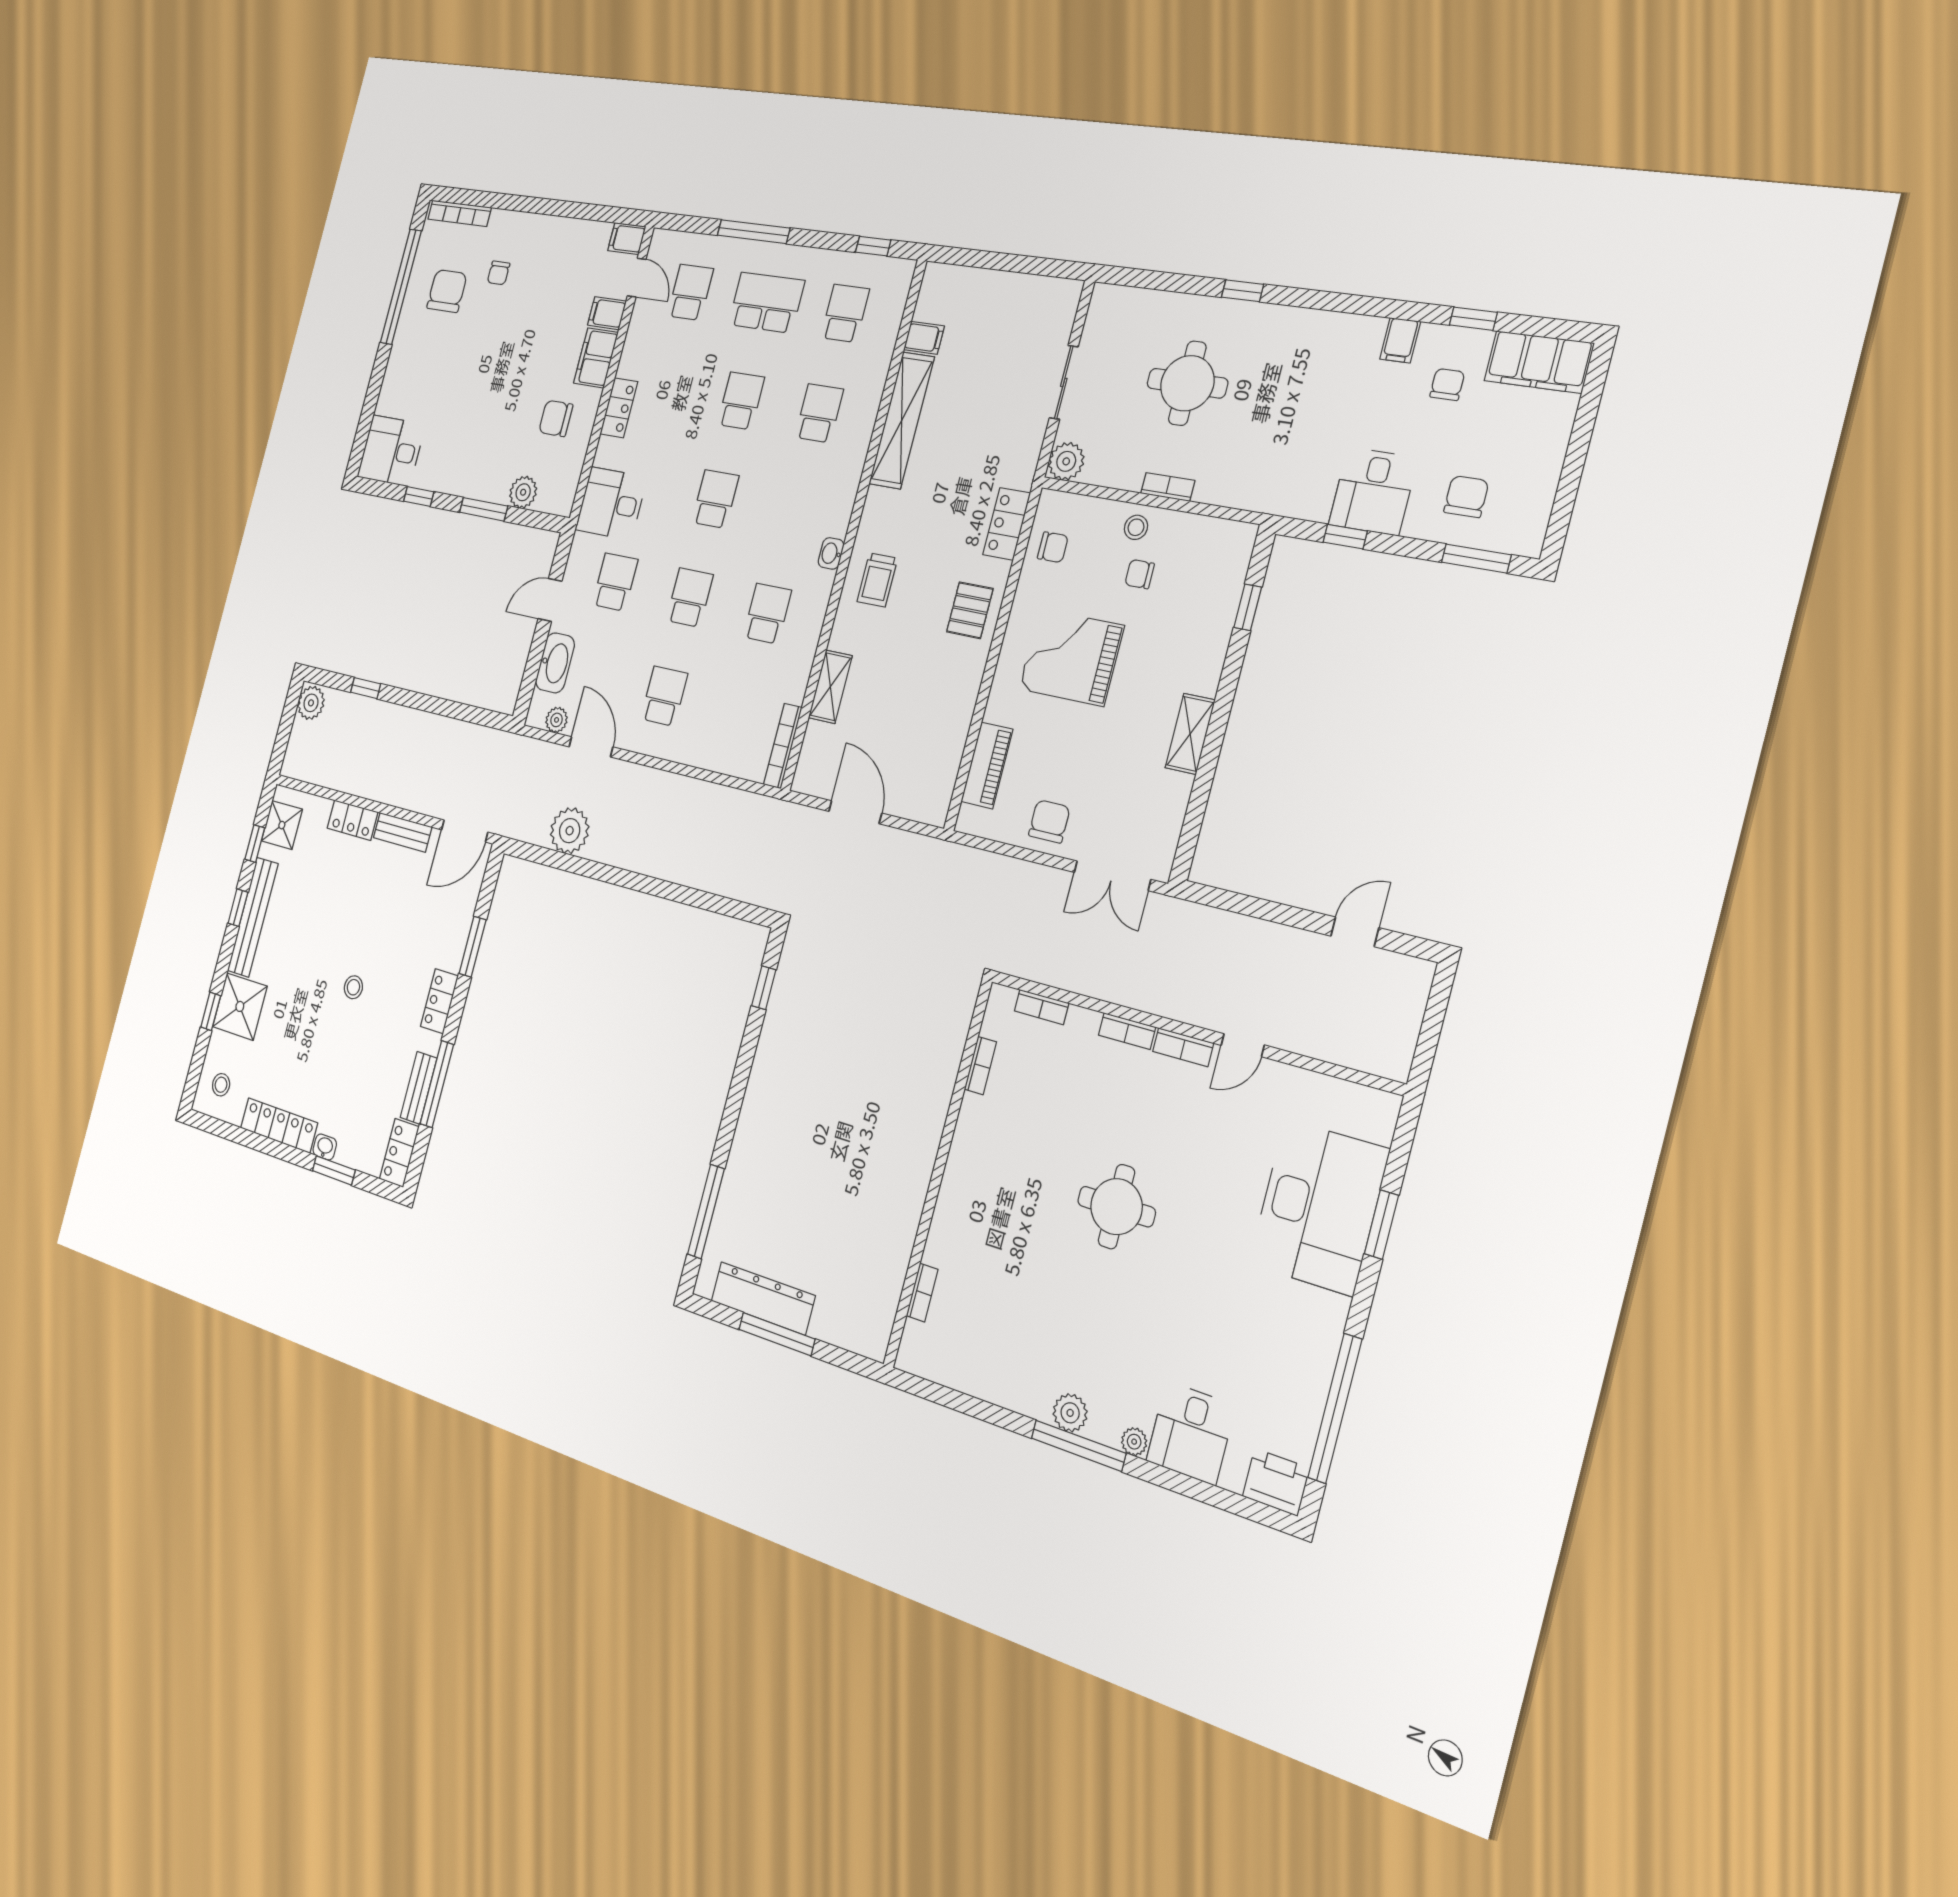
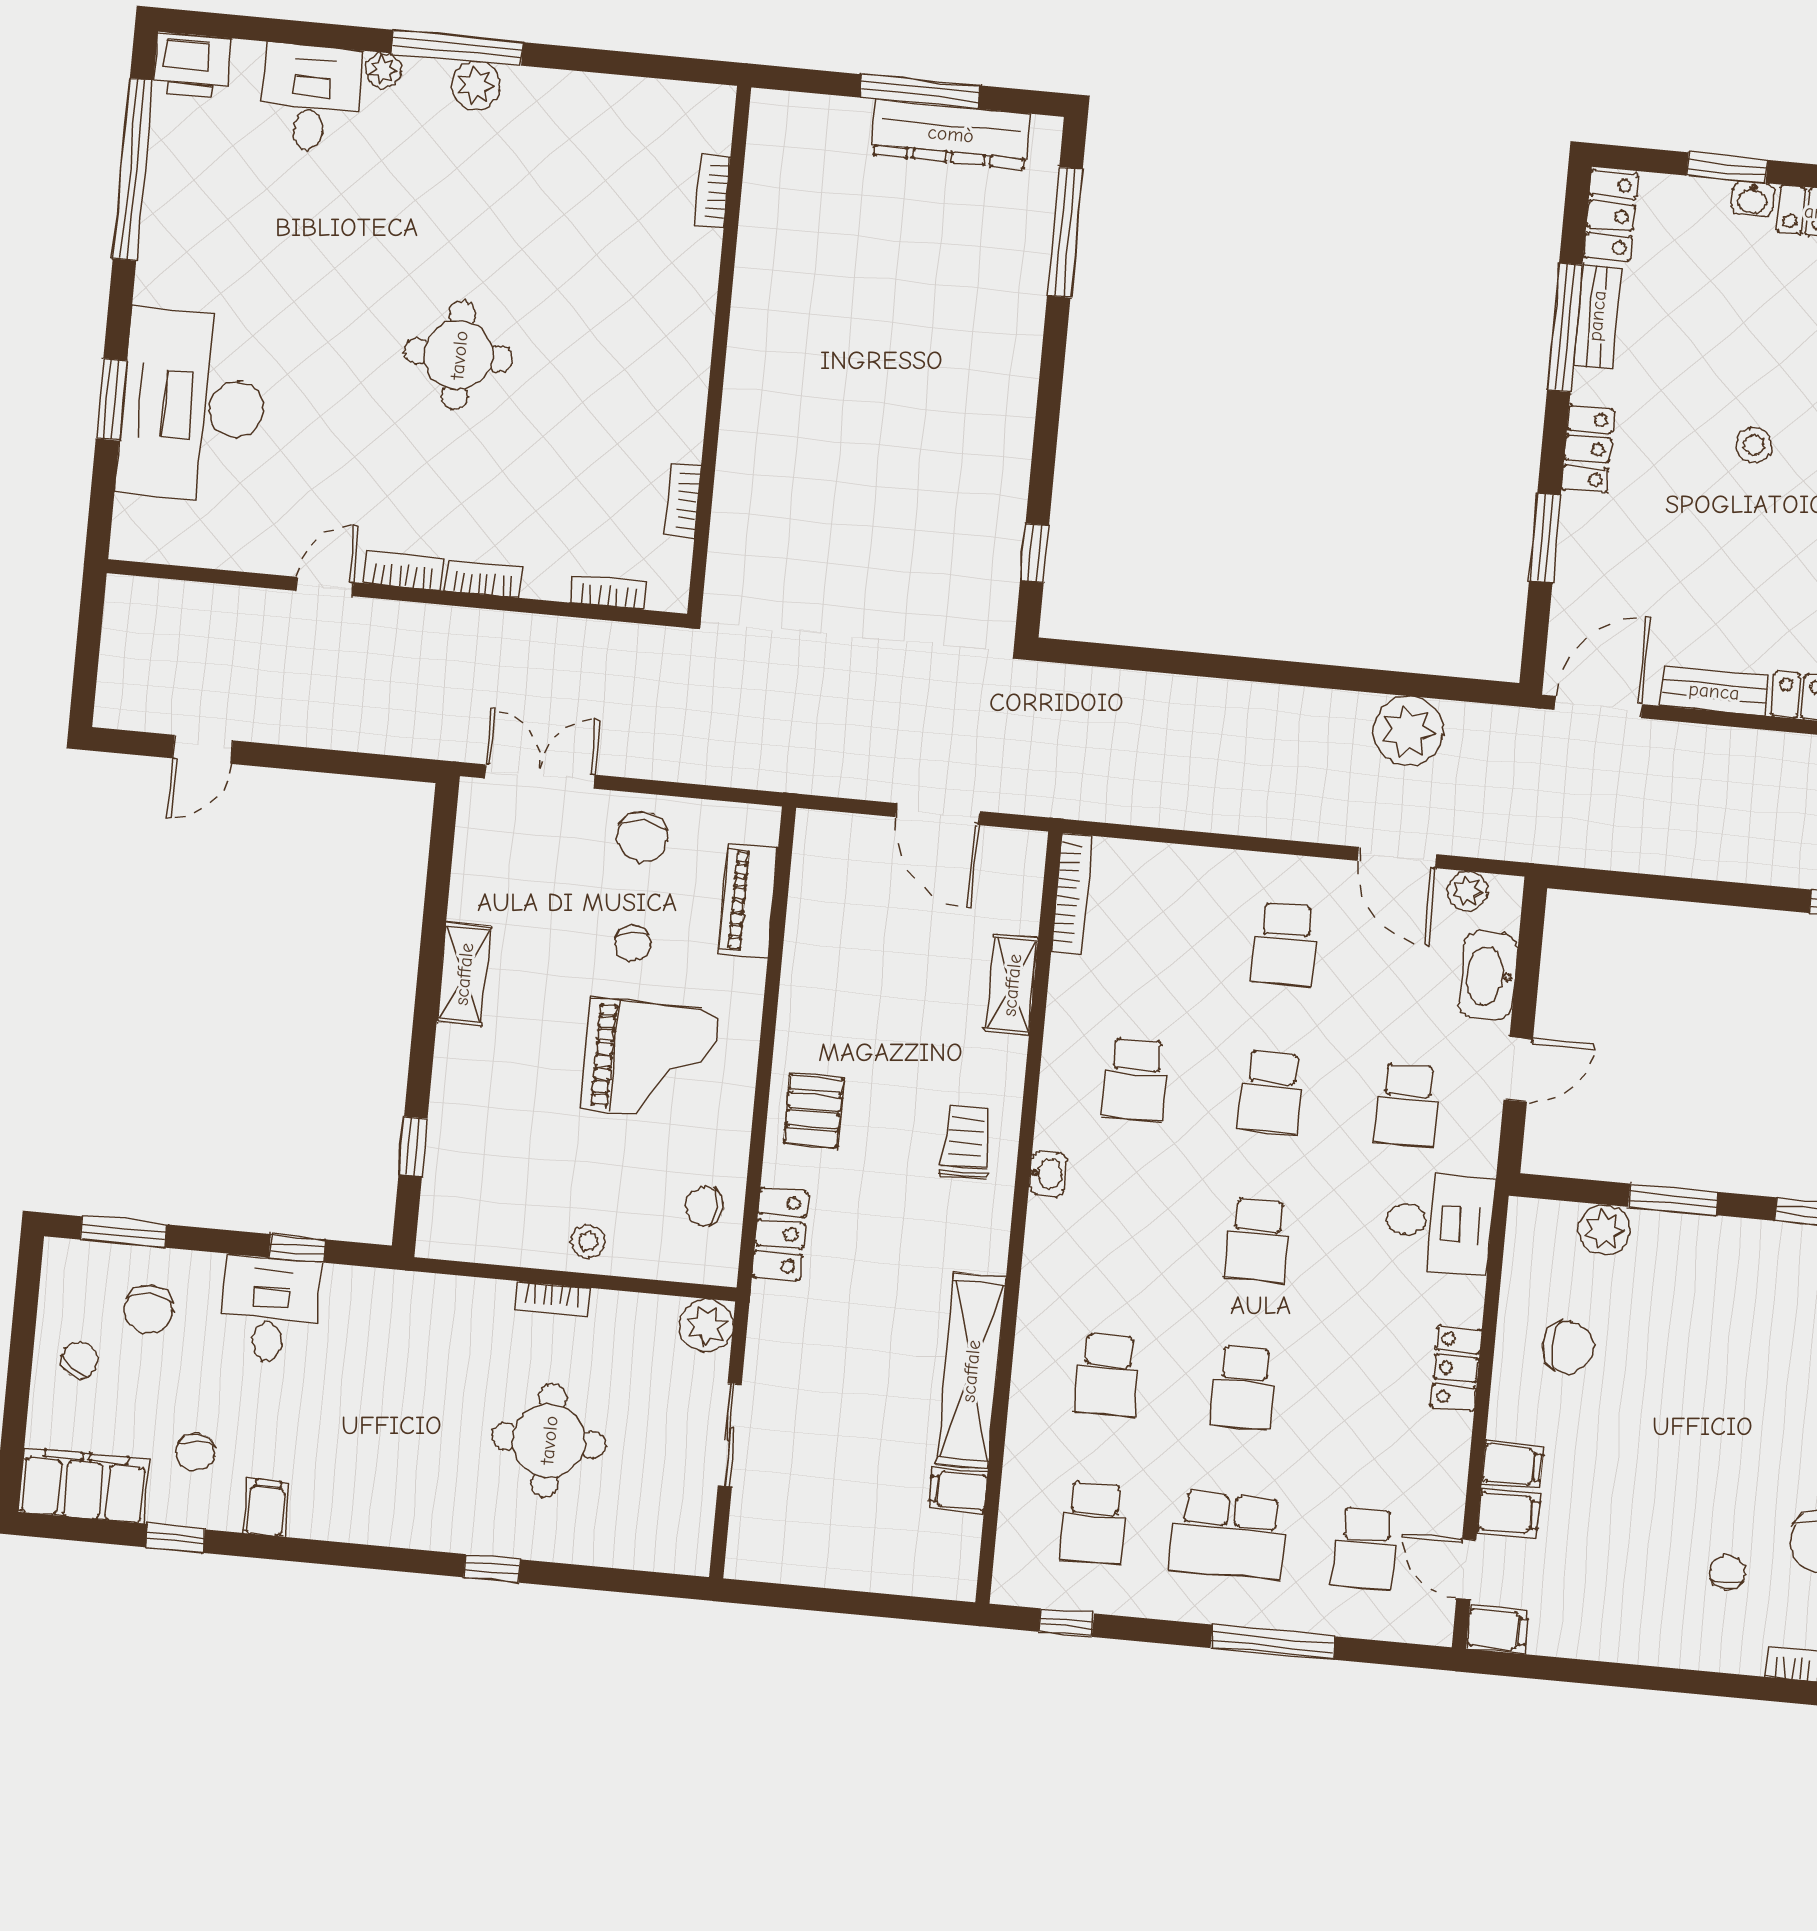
filing cabinet: (596, 358) -> (1512, 1465), width x0.50
chair: (1527, 460) -> (80, 1360), added
chair: (1140, 574) -> (633, 943), moved, turned 82

